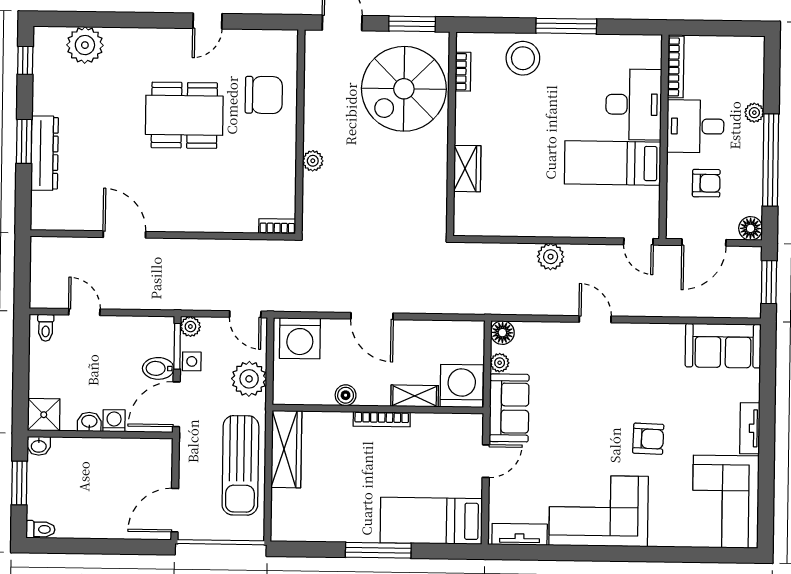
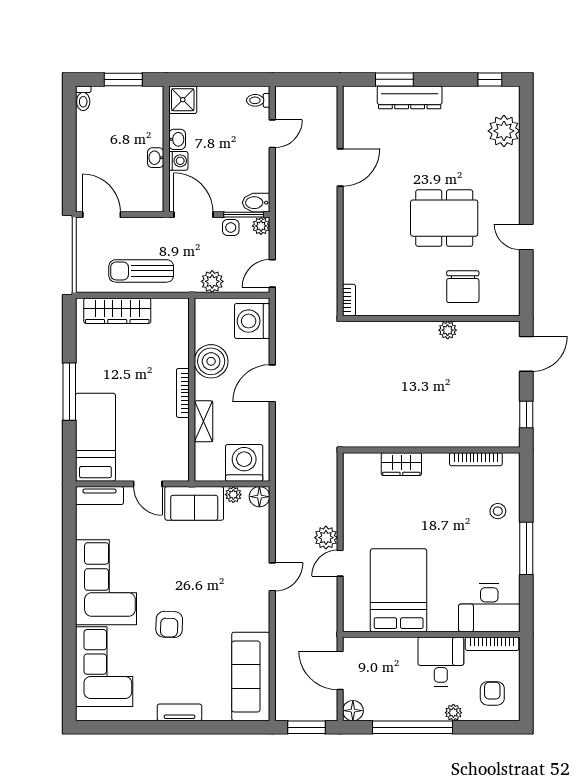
window: (412, 24) -> (526, 415), width x0.67
stool: (523, 58) -> (498, 511), width x0.53, depth x0.53
bookcase: (463, 72) -> (476, 459), width x1.56
spiral stairs: (404, 89) -> (470, 408), removed
desk: (634, 104) -> (489, 608), moved
dining table: (184, 115) -> (444, 218), turned 90
window: (24, 141) -> (394, 79), moved
plant: (313, 161) -> (448, 330), moved
bed: (613, 163) -> (399, 590), width x1.50
armchair: (706, 183) -> (492, 693), moved, turned 180
door: (638, 242) -> (340, 563), moved
sofa: (723, 346) -> (251, 676), width x1.36
bidet: (158, 368) -> (256, 203), moved, turned -90
plant: (249, 379) -> (212, 281), width x0.73, depth x0.73
washing machine: (462, 386) -> (244, 463), moved, turned -90
boiler: (346, 395) -> (211, 361), width x1.86, depth x1.86
washbasin: (39, 446) -> (156, 158), moved
wardrobe: (286, 449) -> (117, 311), moved
sun lounger: (240, 465) -> (141, 271), width x0.73, depth x0.75
corner sofa: (726, 502) -> (104, 667), moved, turned 90
tv unit: (520, 534) -> (99, 496), moved, turned 90

